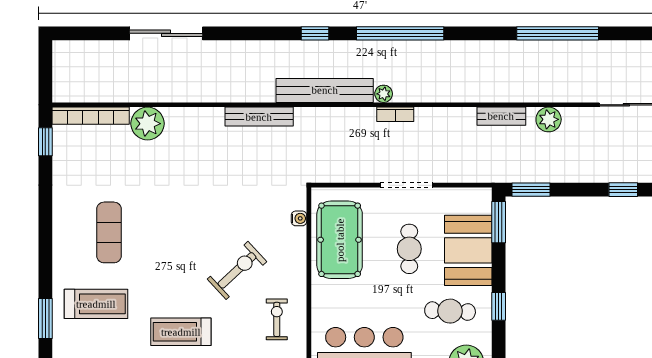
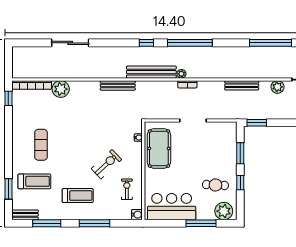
bench: (501, 116) -> (242, 85), width x1.36
plant: (549, 119) -> (277, 87), moved
window: (499, 222) -> (240, 153), moved
cafe table: (409, 249) -> (195, 153), removed
booth: (468, 250) -> (225, 154), removed
treadmill: (181, 332) -> (78, 196), turned 180

